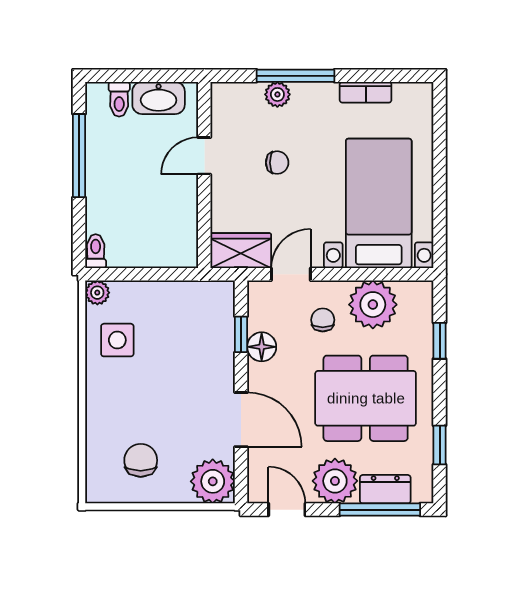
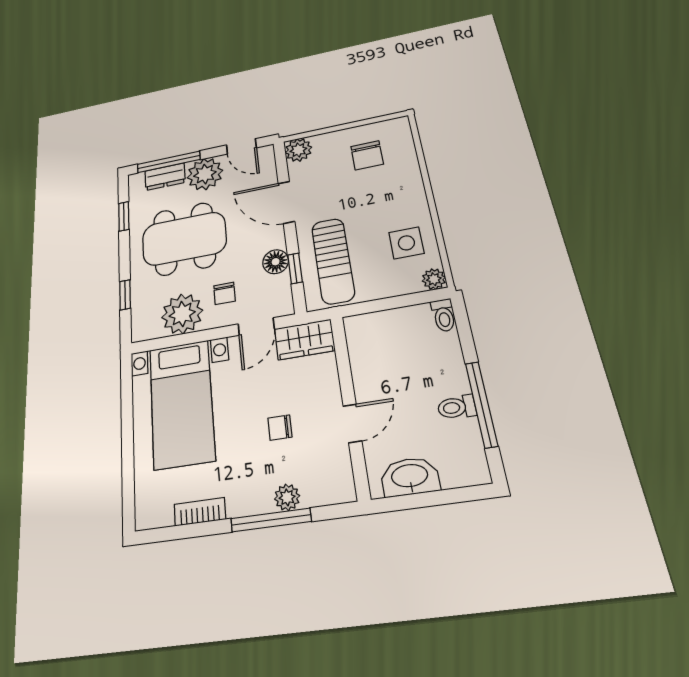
toilet: (119, 99) -> (457, 407), moved, turned -90
sun lounger: (199, 335) -> (333, 261), added
plant: (213, 481) -> (298, 150), width x0.73, depth x0.73

